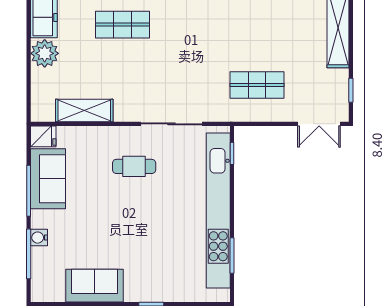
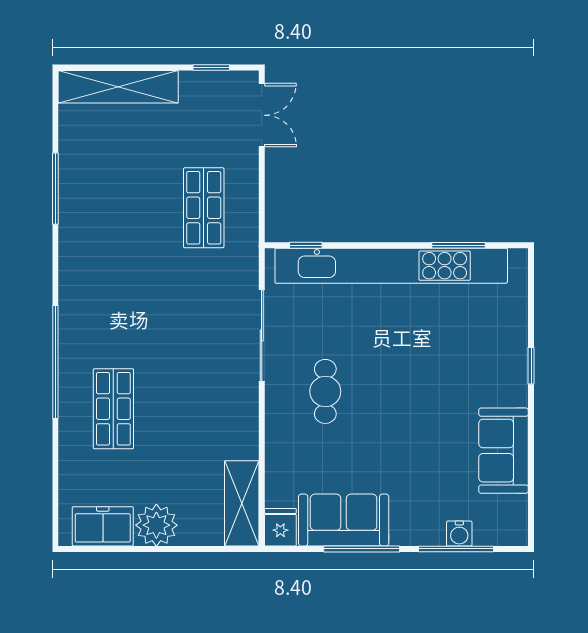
shelving: (84, 110) -> (242, 503), moved
water cooler: (39, 238) -> (459, 534), moved

